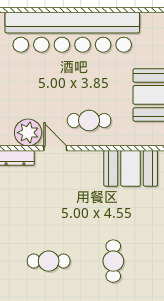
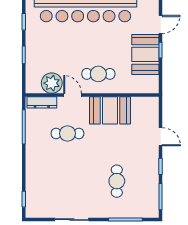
booth: (131, 168) -> (110, 110), moved
cafe table: (49, 261) -> (67, 133), moved

